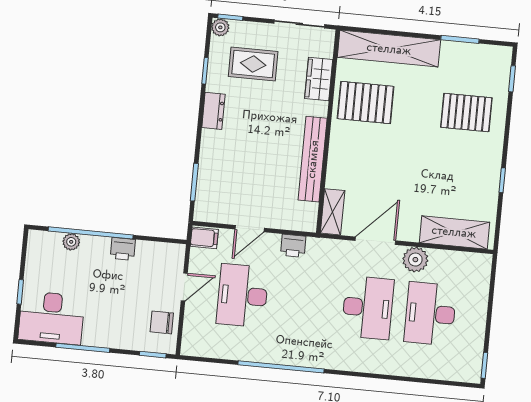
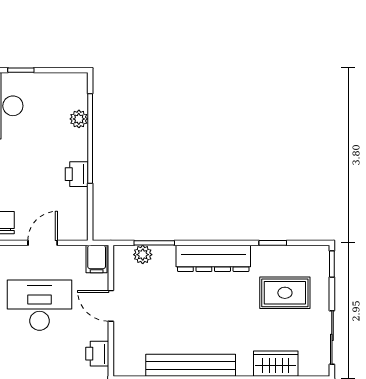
plant: (220, 27) -> (143, 255), moved
rug: (253, 64) -> (285, 293), turned 90
dresser: (213, 111) -> (213, 258), width x1.96, depth x1.24
door: (184, 287) -> (43, 243), swing flipped

